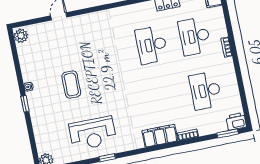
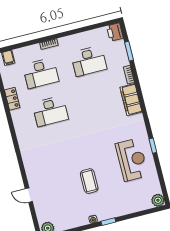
coffee table: (71, 85) -> (89, 181), turned 90
window: (228, 133) -> (129, 51), moved

